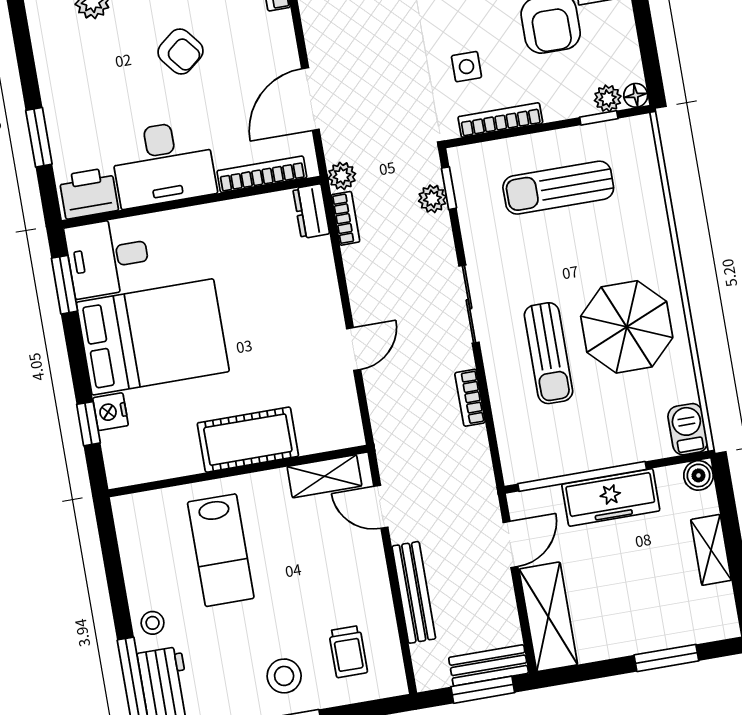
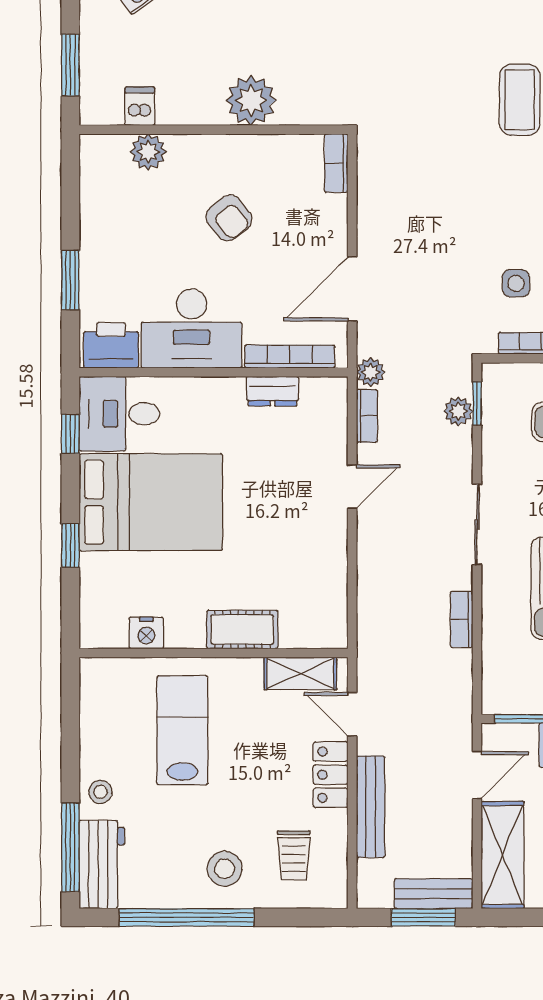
dresser: (311, 211) -> (273, 391), moved, turned -90
window: (64, 285) -> (70, 434), width x0.67
door: (354, 349) -> (352, 487), moved
nightstand: (110, 412) -> (146, 633), moved, turned -90
window: (88, 424) -> (70, 545), moved
cot: (248, 440) -> (242, 629), width x0.73, depth x0.75
lab bench: (221, 550) -> (182, 730), turned 180
locker: (370, 568) -> (330, 775), added

